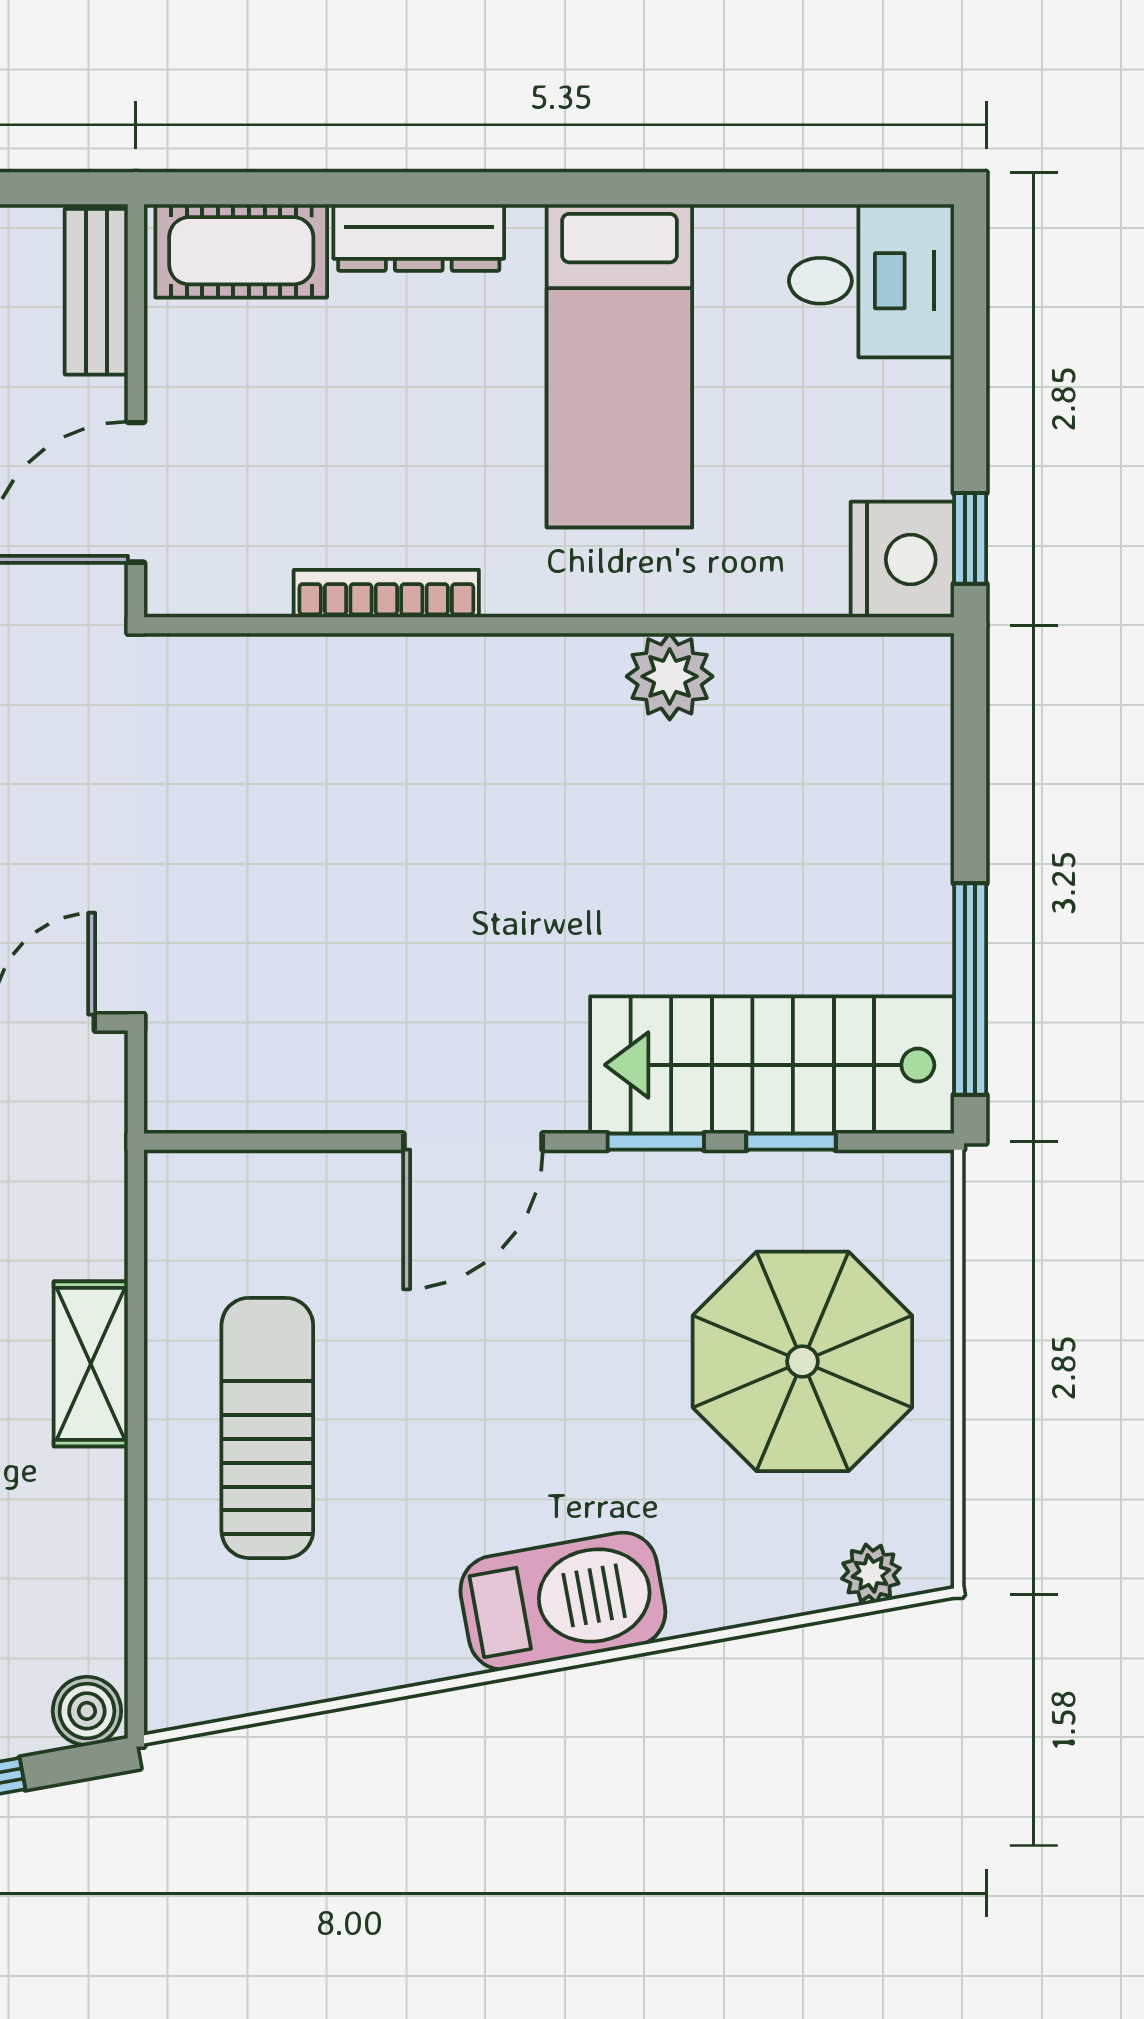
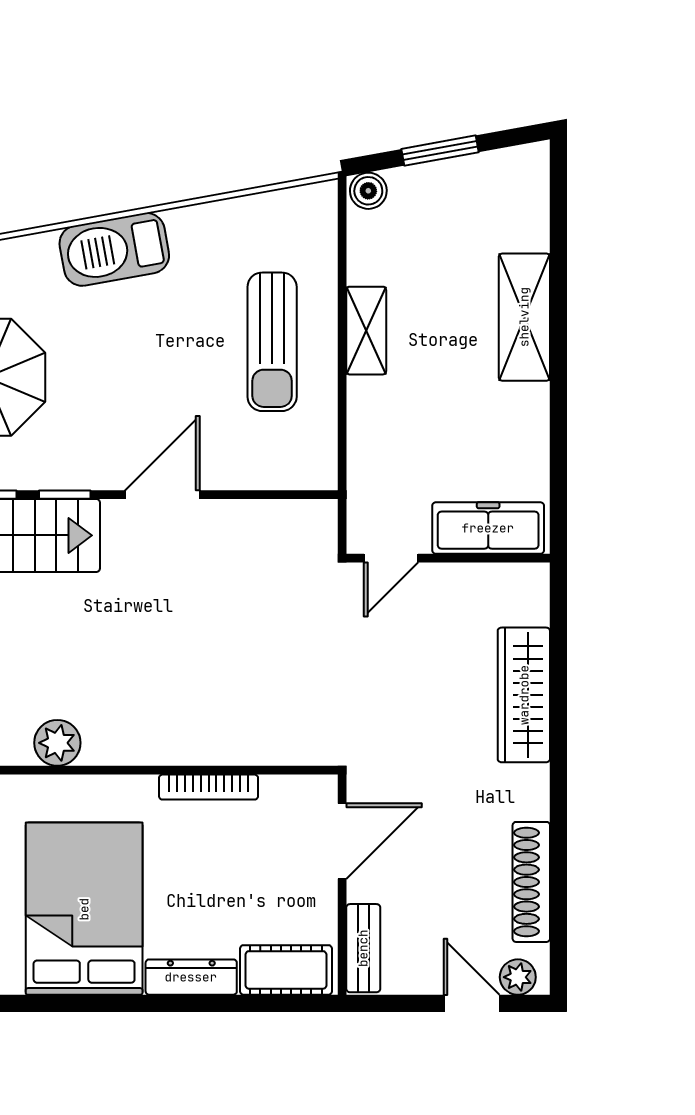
bed: (619, 366) -> (84, 909), width x1.50
shelving: (91, 1364) -> (366, 331), moved

